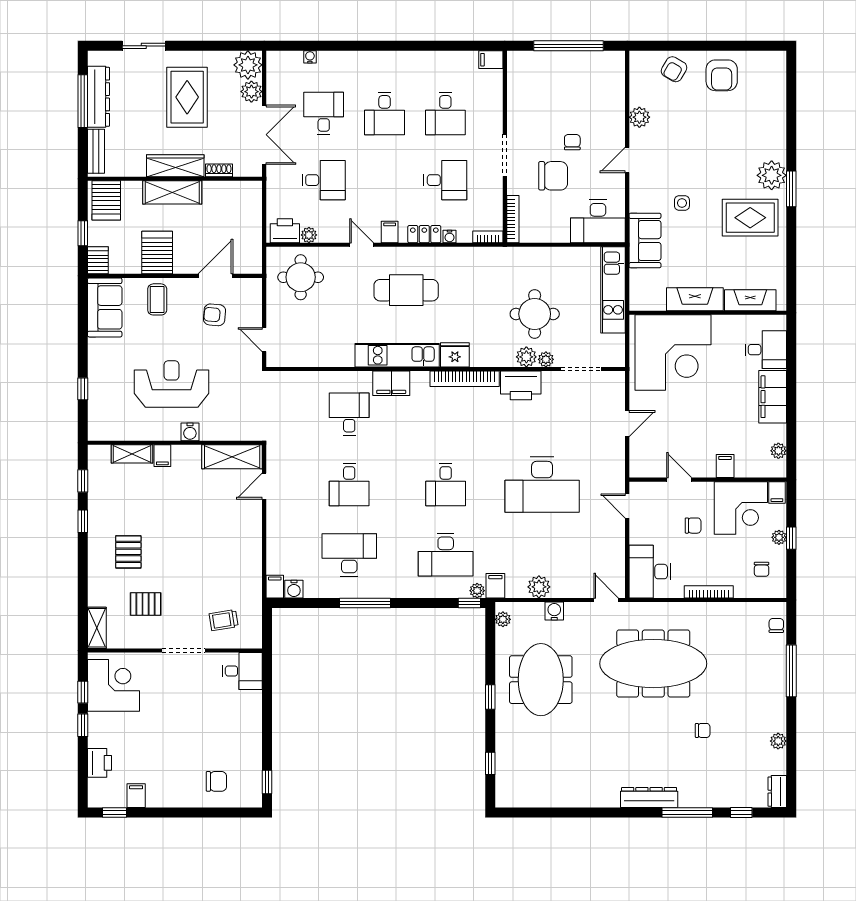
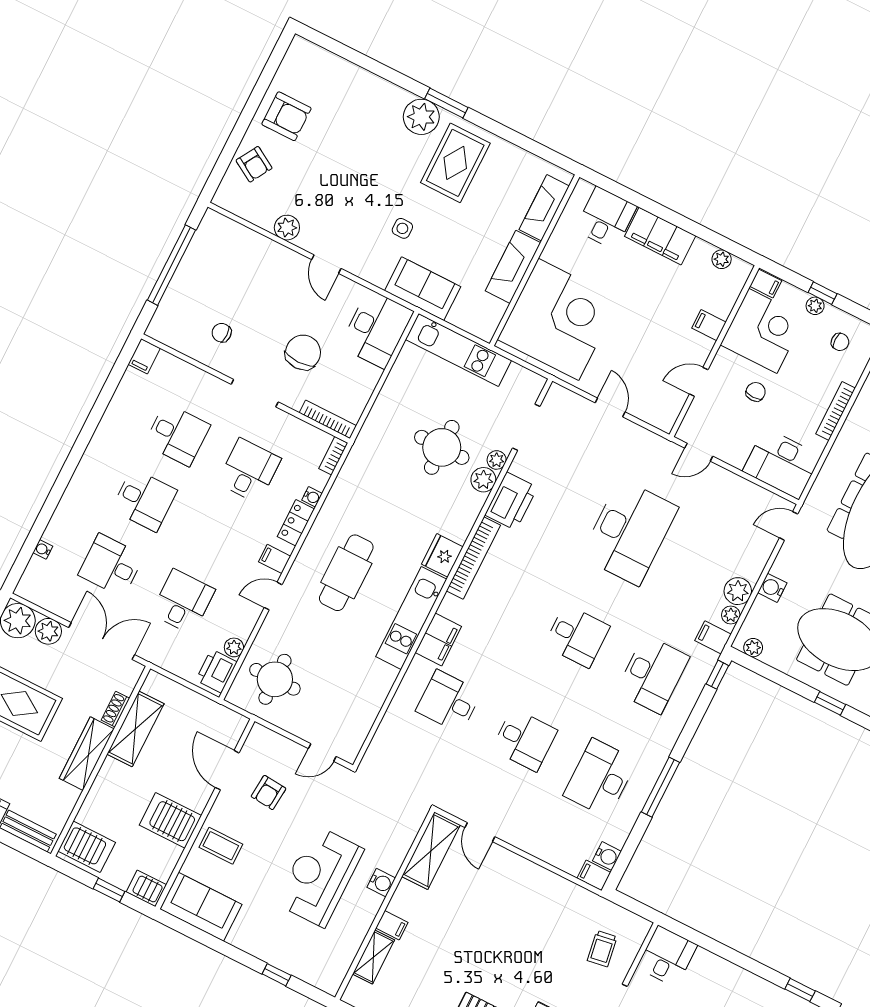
chair: (572, 142) -> (222, 333), moved
shelving: (172, 192) -> (135, 729), moved
plant: (477, 591) -> (731, 615), moved

